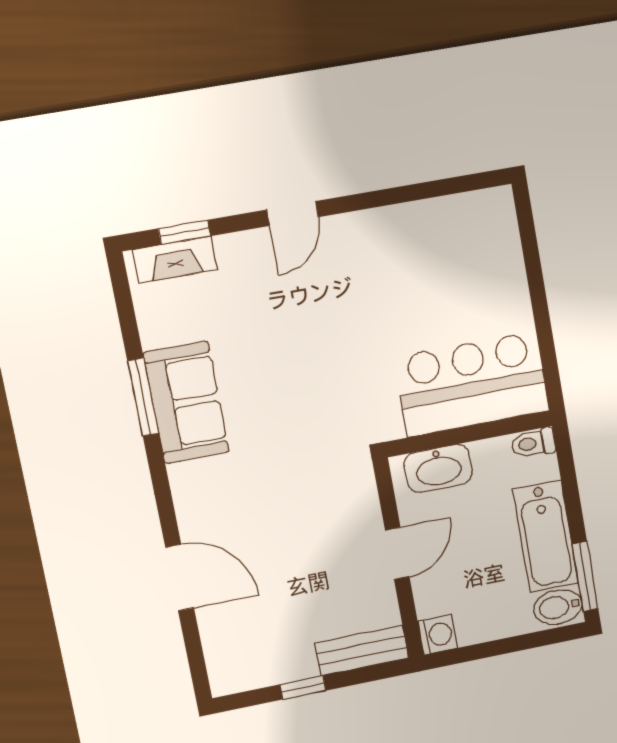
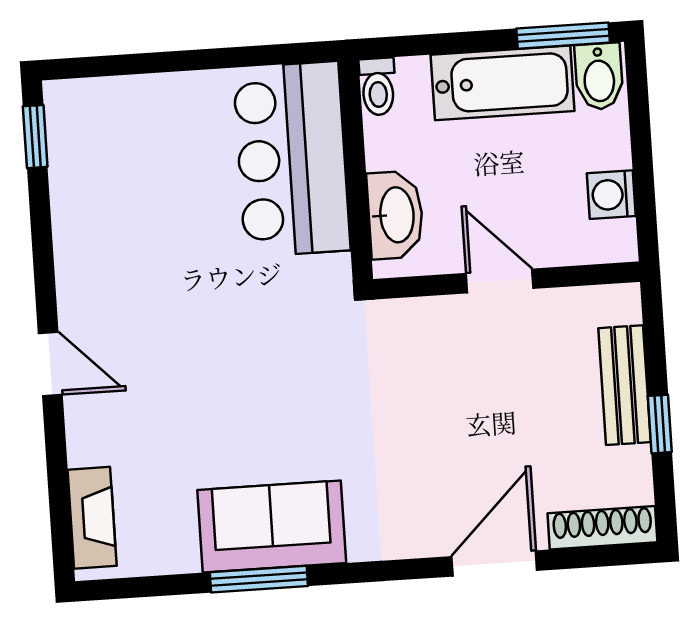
window: (184, 232) -> (35, 137), moved
washing machine: (438, 635) -> (611, 195), moved, turned -90
bench: (362, 651) -> (625, 385), moved
shoe rack: (218, 656) -> (602, 528), added

